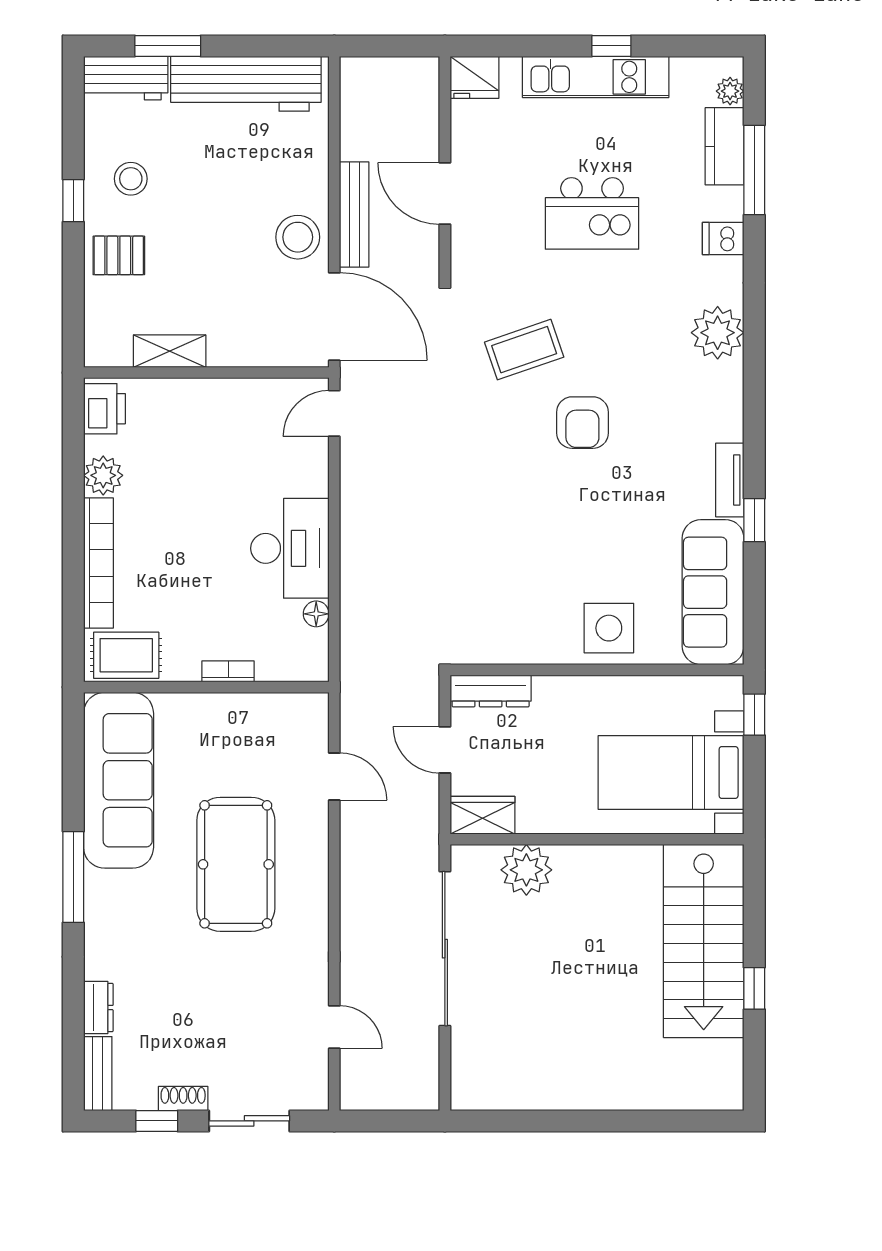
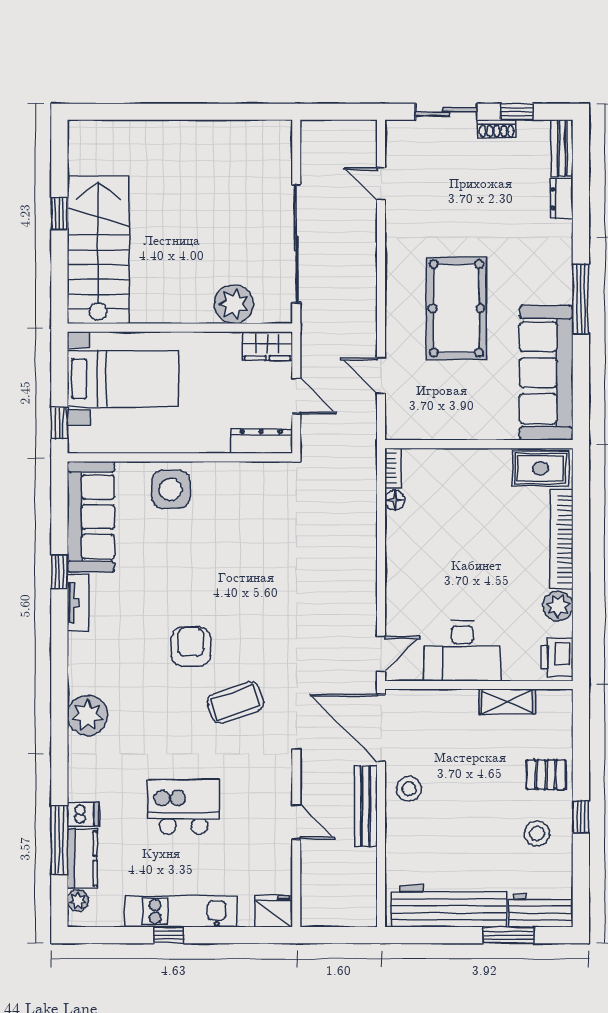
door: (445, 194) -> (296, 822), width x0.73
stool: (298, 237) -> (409, 789), width x0.73, depth x0.73
dishwasher: (723, 239) -> (83, 814), moved
desk: (290, 548) -> (462, 651), moved, turned -90
bookcase: (228, 671) -> (393, 468), moved, turned -90

